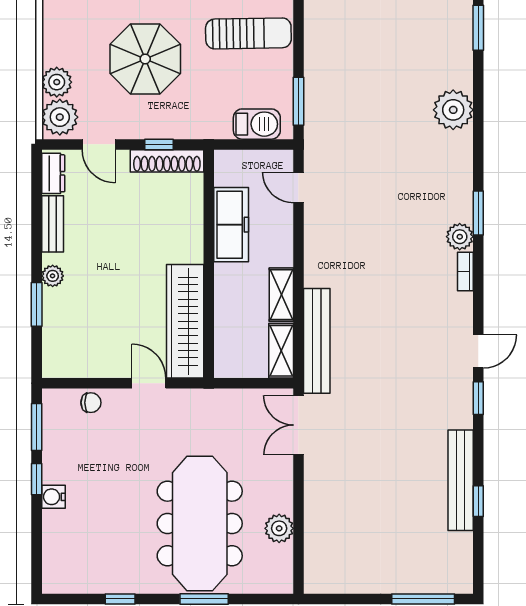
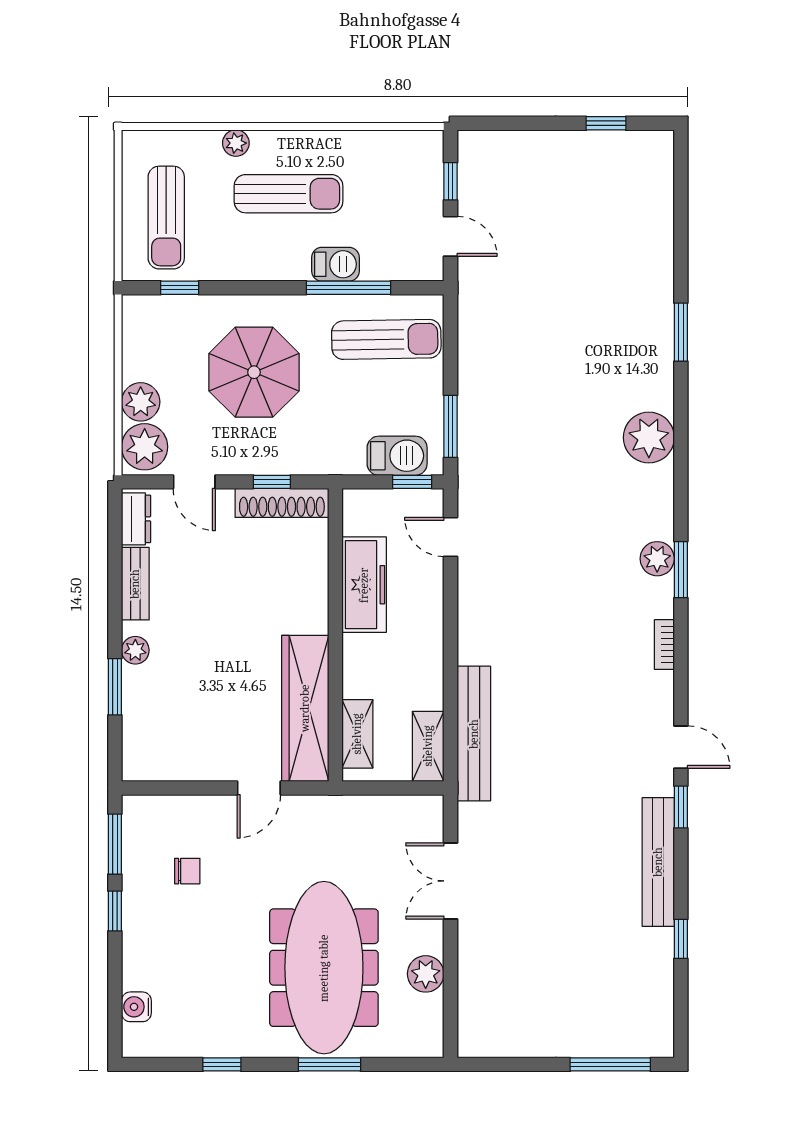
window: (269, 144) -> (412, 482), added
plant: (460, 237) -> (657, 559), moved
shelving: (281, 295) -> (357, 734), moved
door: (478, 351) -> (681, 747), hinge flipped
door: (149, 383) -> (259, 788), swing flipped
chair: (91, 403) -> (187, 871), moved
double door: (298, 425) -> (451, 881), moved
bench: (461, 480) -> (658, 862), moved
water cooler: (53, 497) -> (136, 1007), moved

